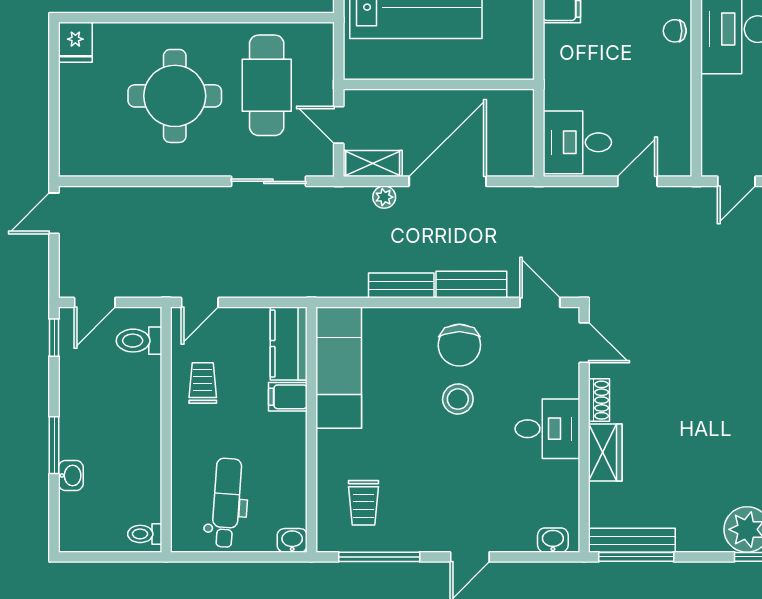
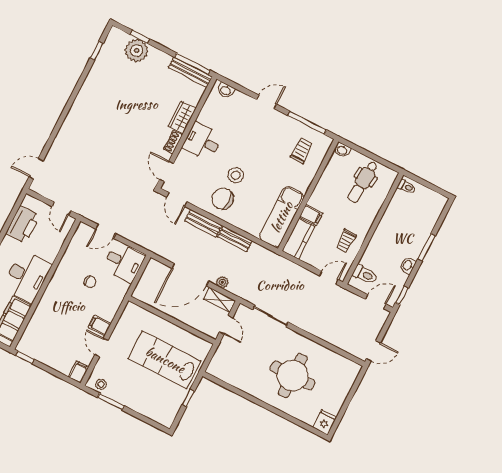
chair: (675, 31) -> (90, 282), moved
cafe table: (267, 85) -> (249, 359), removed
door: (736, 181) -> (61, 208), swing flipped
chair: (459, 345) -> (223, 199), turned -90
washbasin: (71, 475) -> (408, 265), moved

